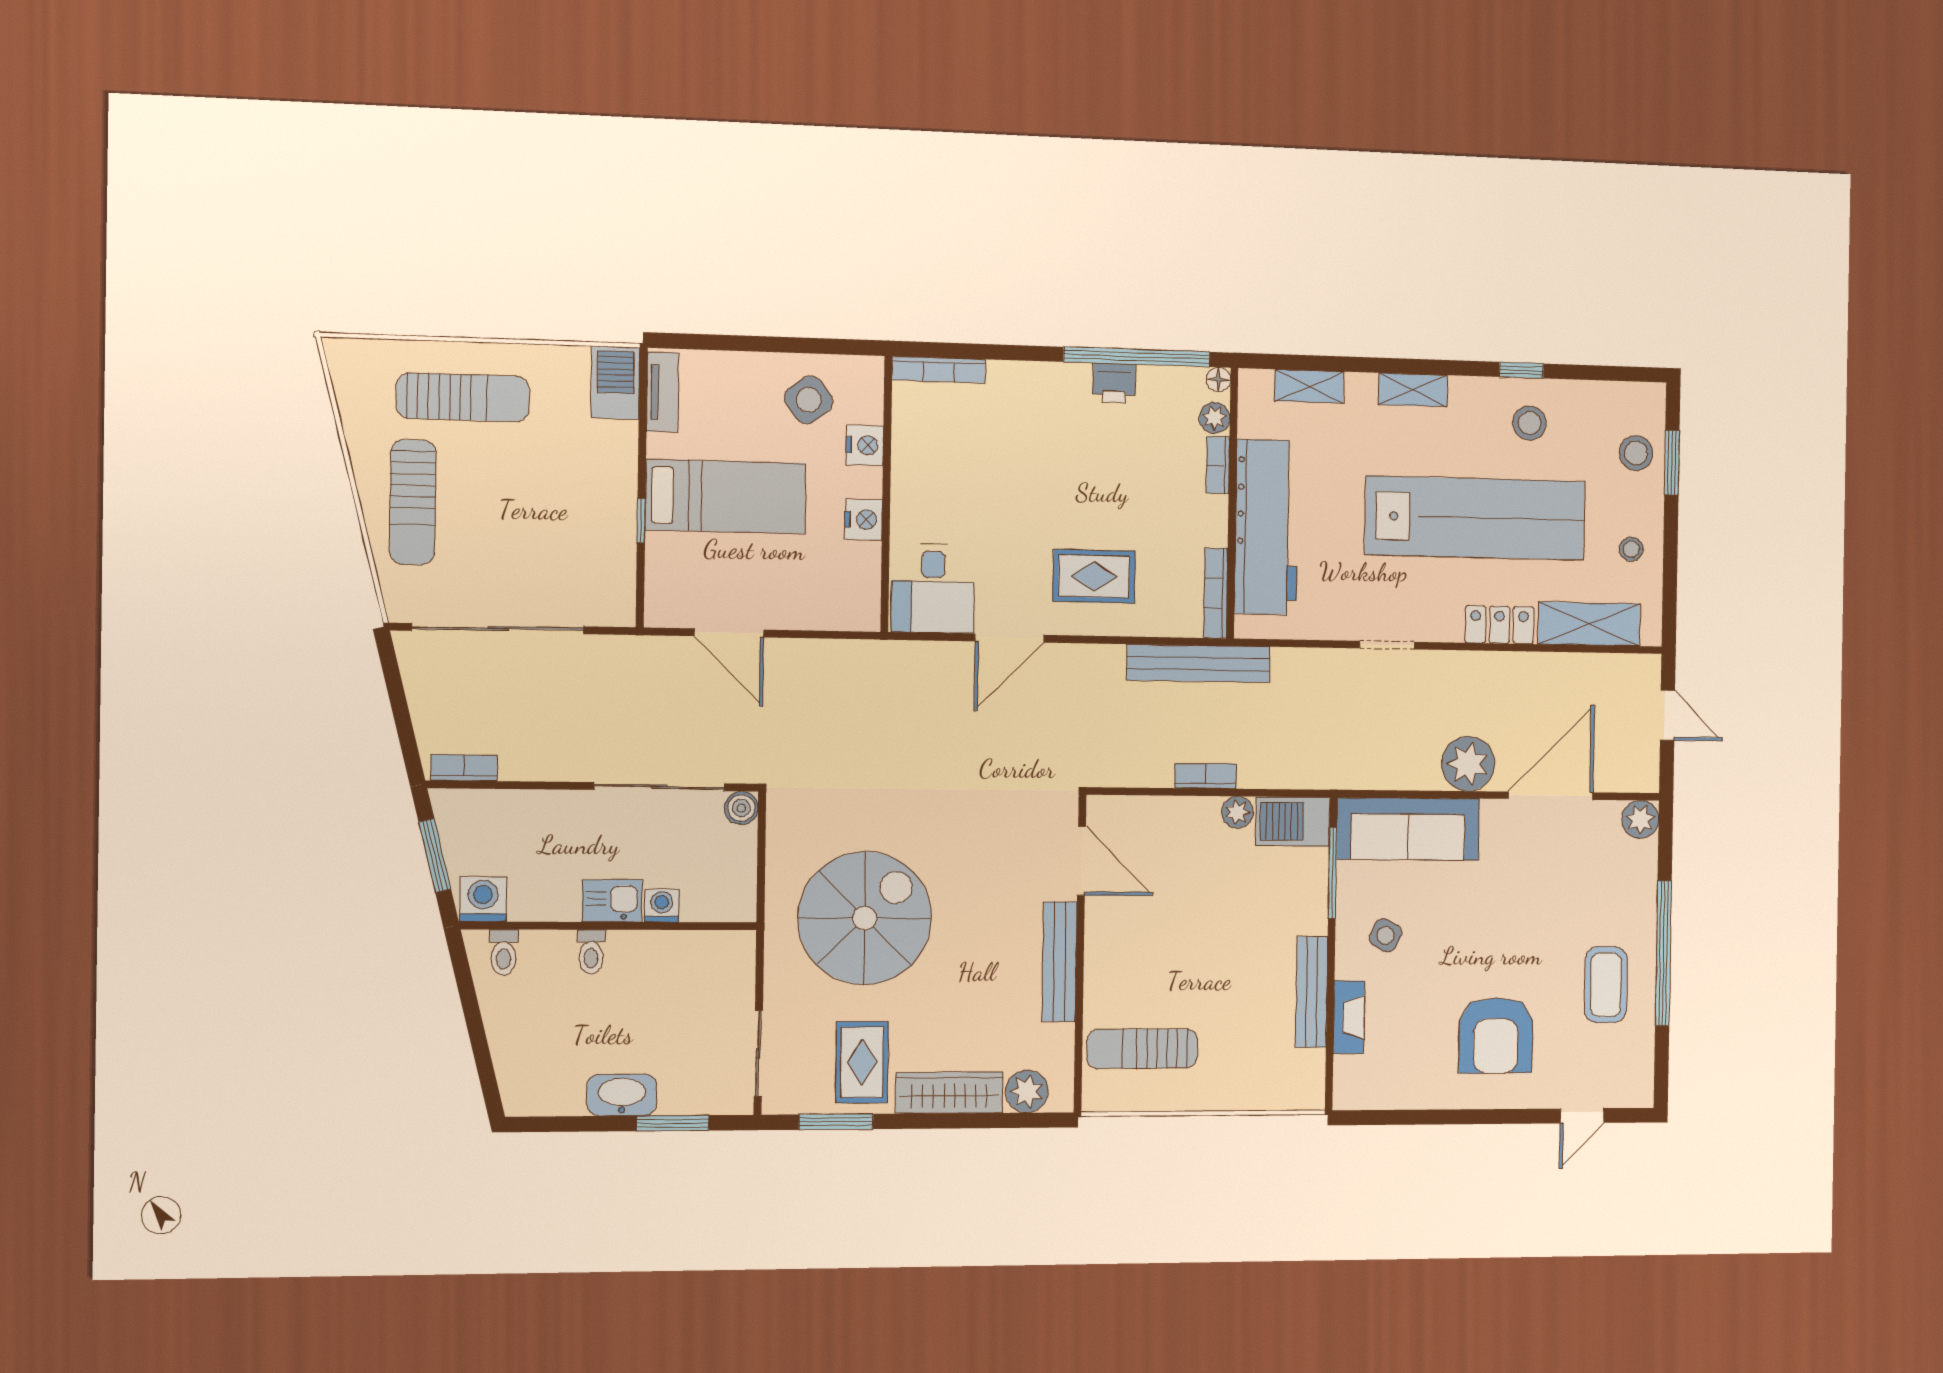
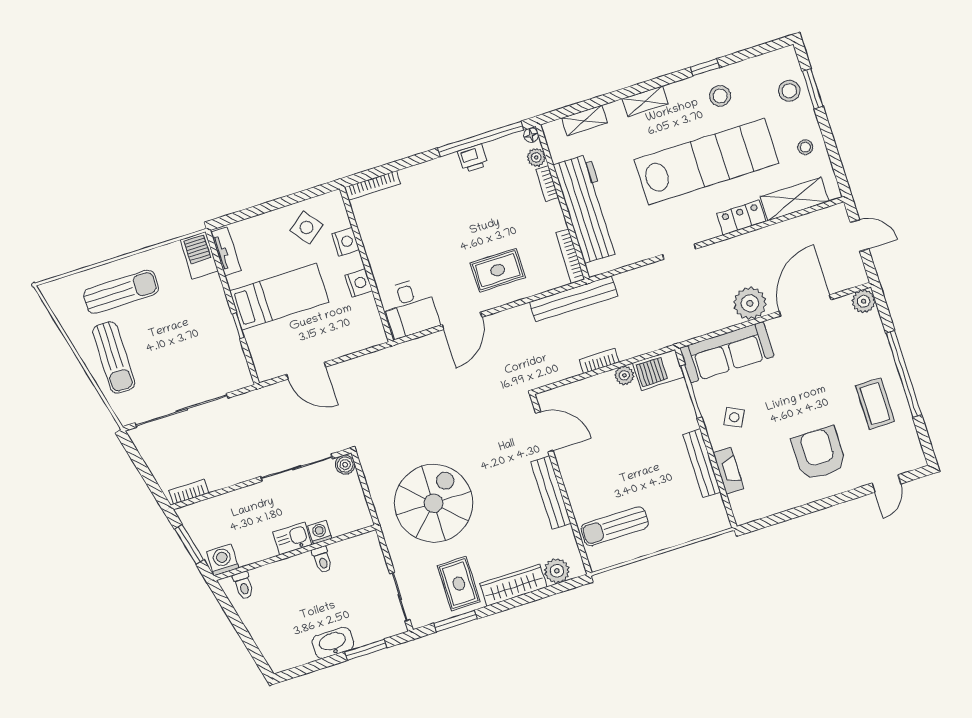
toilet: (591, 952) -> (322, 560), moved
armchair: (1496, 1035) -> (819, 453), turned 180

